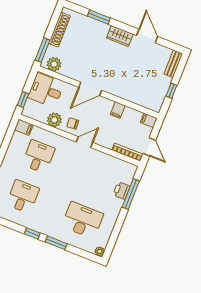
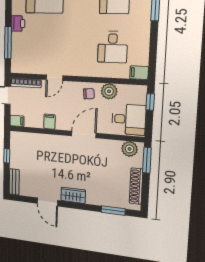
window: (99, 17) -> (113, 211), moved
door: (85, 142) -> (54, 78), moved
printer: (122, 191) -> (18, 24), moved

